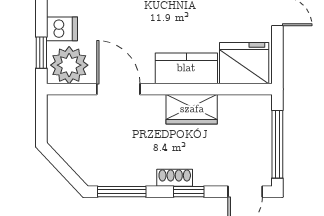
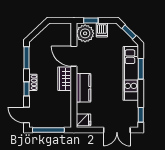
fridge: (244, 63) -> (84, 120), width x0.53, depth x0.75
door: (118, 89) -> (74, 56), swing flipped
wardrobe: (192, 109) -> (65, 79), moved

